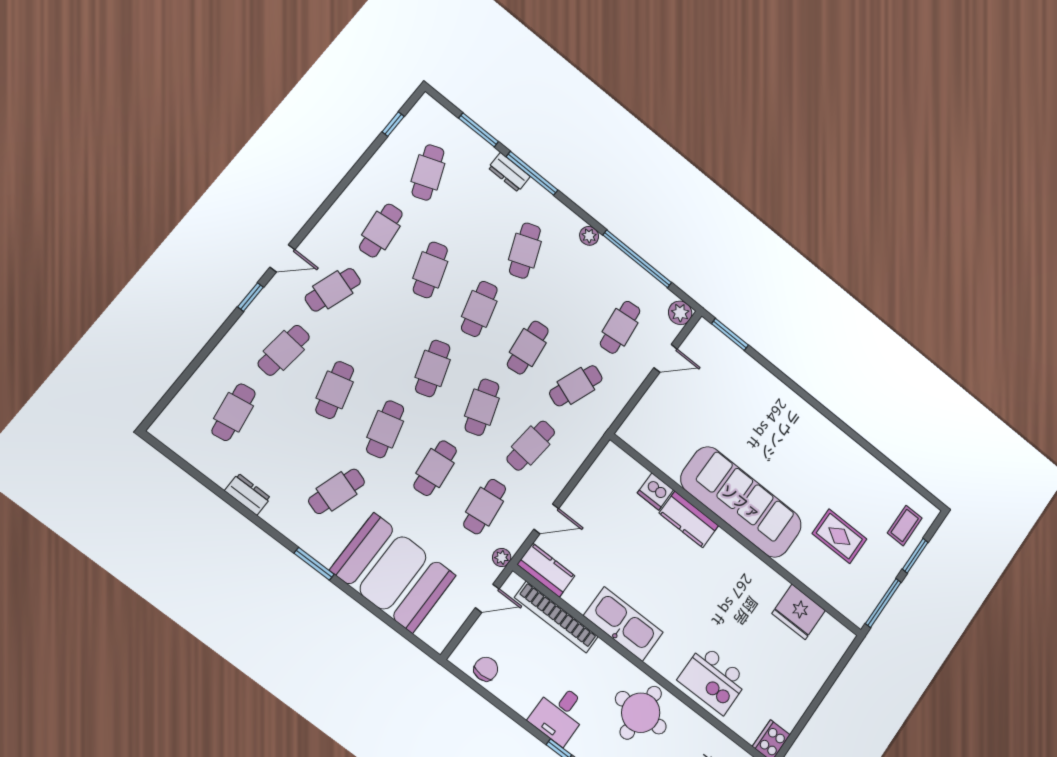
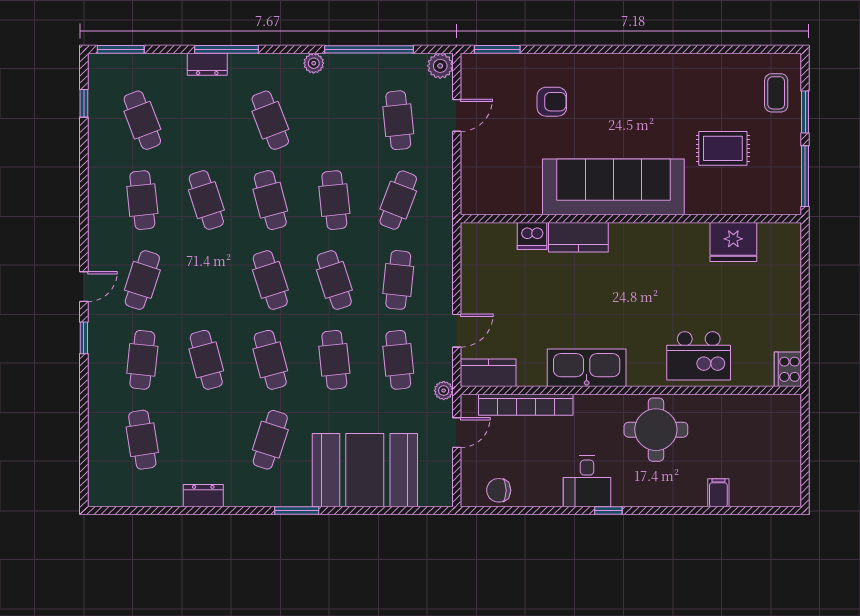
window: (479, 130) -> (121, 49), moved
armchair: (742, 404) -> (552, 102), added
chair: (486, 669) -> (499, 490), turned -90

